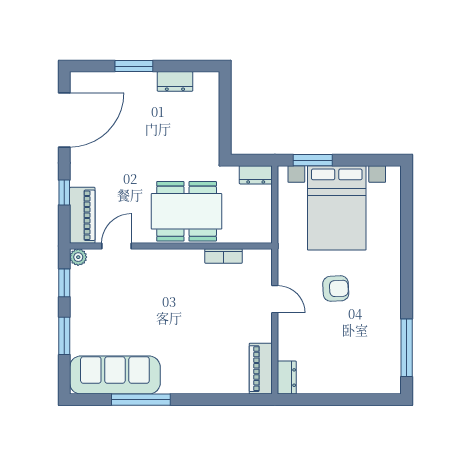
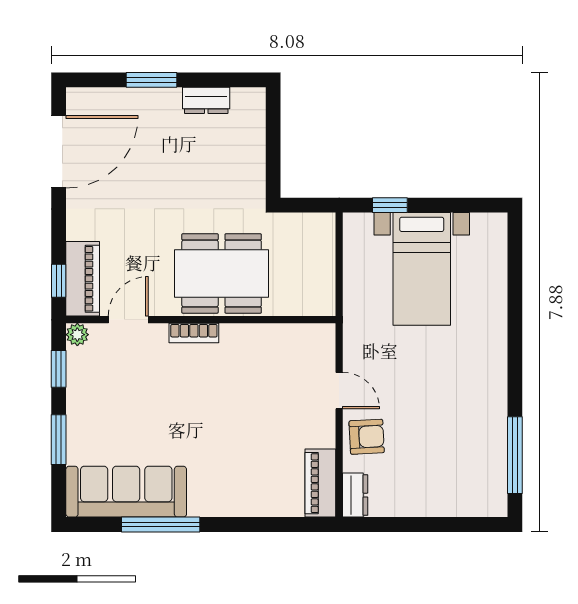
window: (313, 160) -> (390, 205), width x0.67
dresser: (256, 175) -> (314, 225), removed
window: (64, 193) -> (59, 281), moved
bed with nightstands: (337, 208) -> (422, 269), width x0.73
bookcase: (224, 256) -> (194, 333), moved
armchair: (336, 289) -> (367, 437), moved

